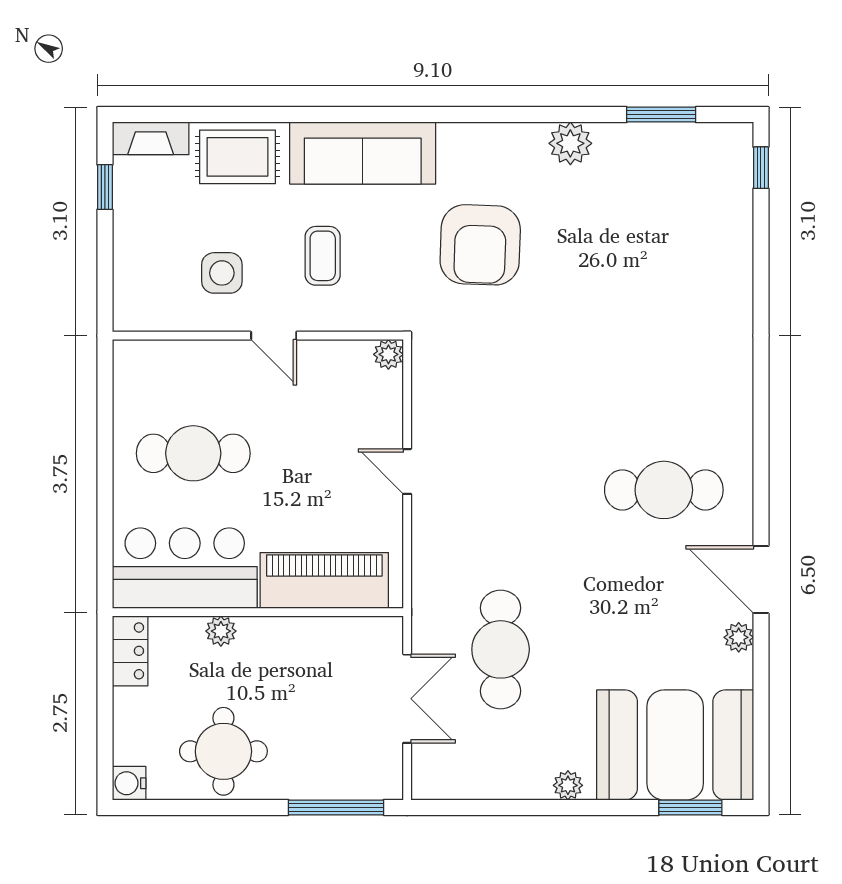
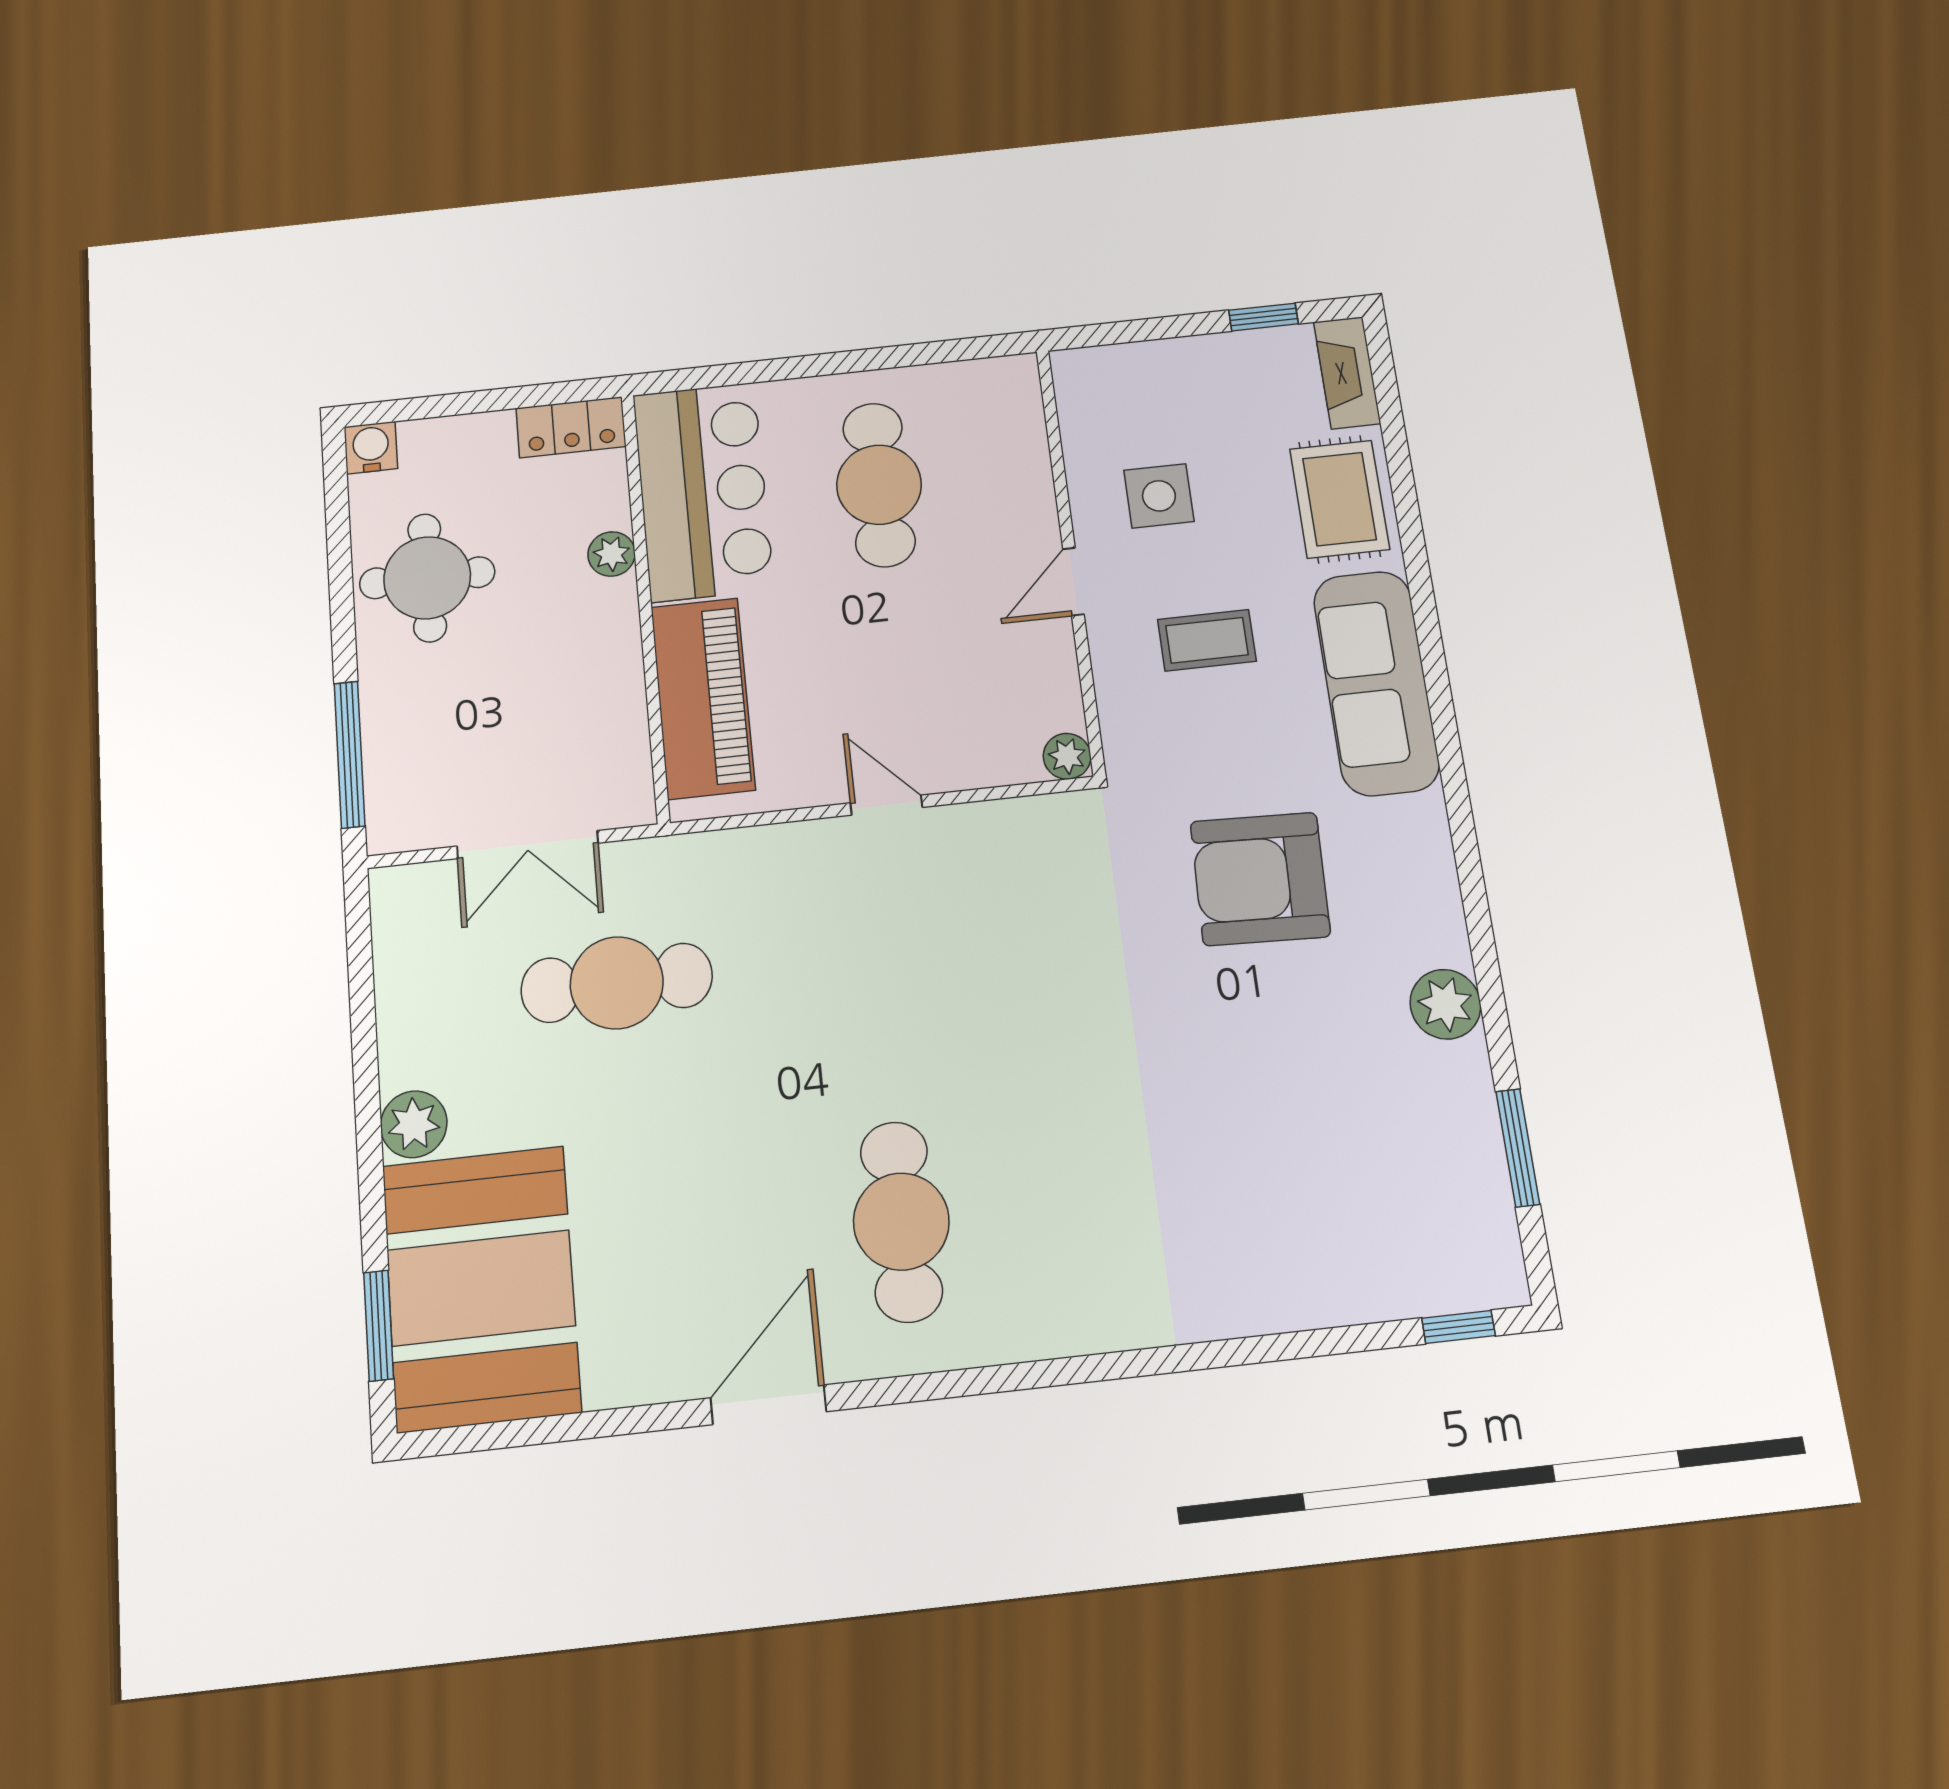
door: (407, 471) -> (886, 805), hinge flipped
plant: (739, 637) -> (668, 1377), removed
plant: (568, 785) -> (414, 1124), width x1.38, depth x1.38

